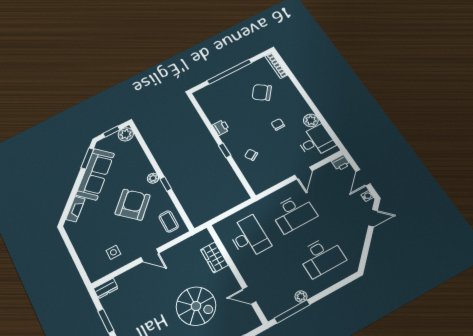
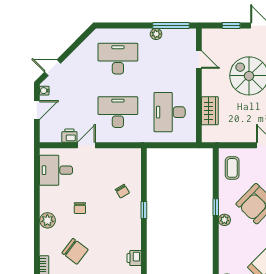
plant: (311, 120) -> (47, 220), moved
printer: (221, 127) -> (134, 258), moved
printer: (341, 163) -> (69, 136), moved

